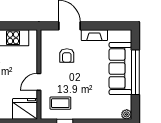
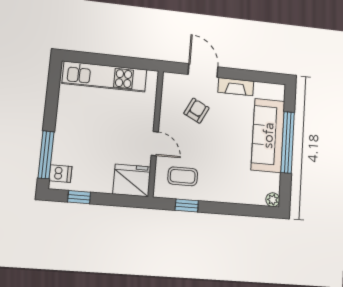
armchair: (67, 56) -> (196, 111), turned -153
door: (39, 82) -> (155, 144), swing flipped

